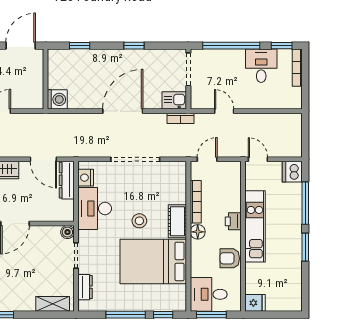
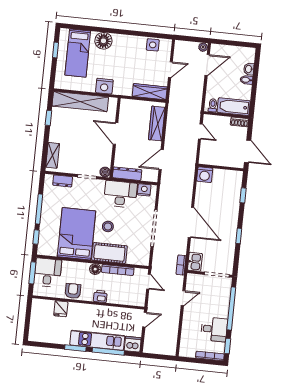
dresser: (67, 180) -> (127, 174), moved
cot: (177, 221) -> (109, 253), width x1.37, depth x1.34
kitchen unit: (255, 226) -> (97, 340), moved, turned 180
fridge: (255, 303) -> (61, 309), moved

